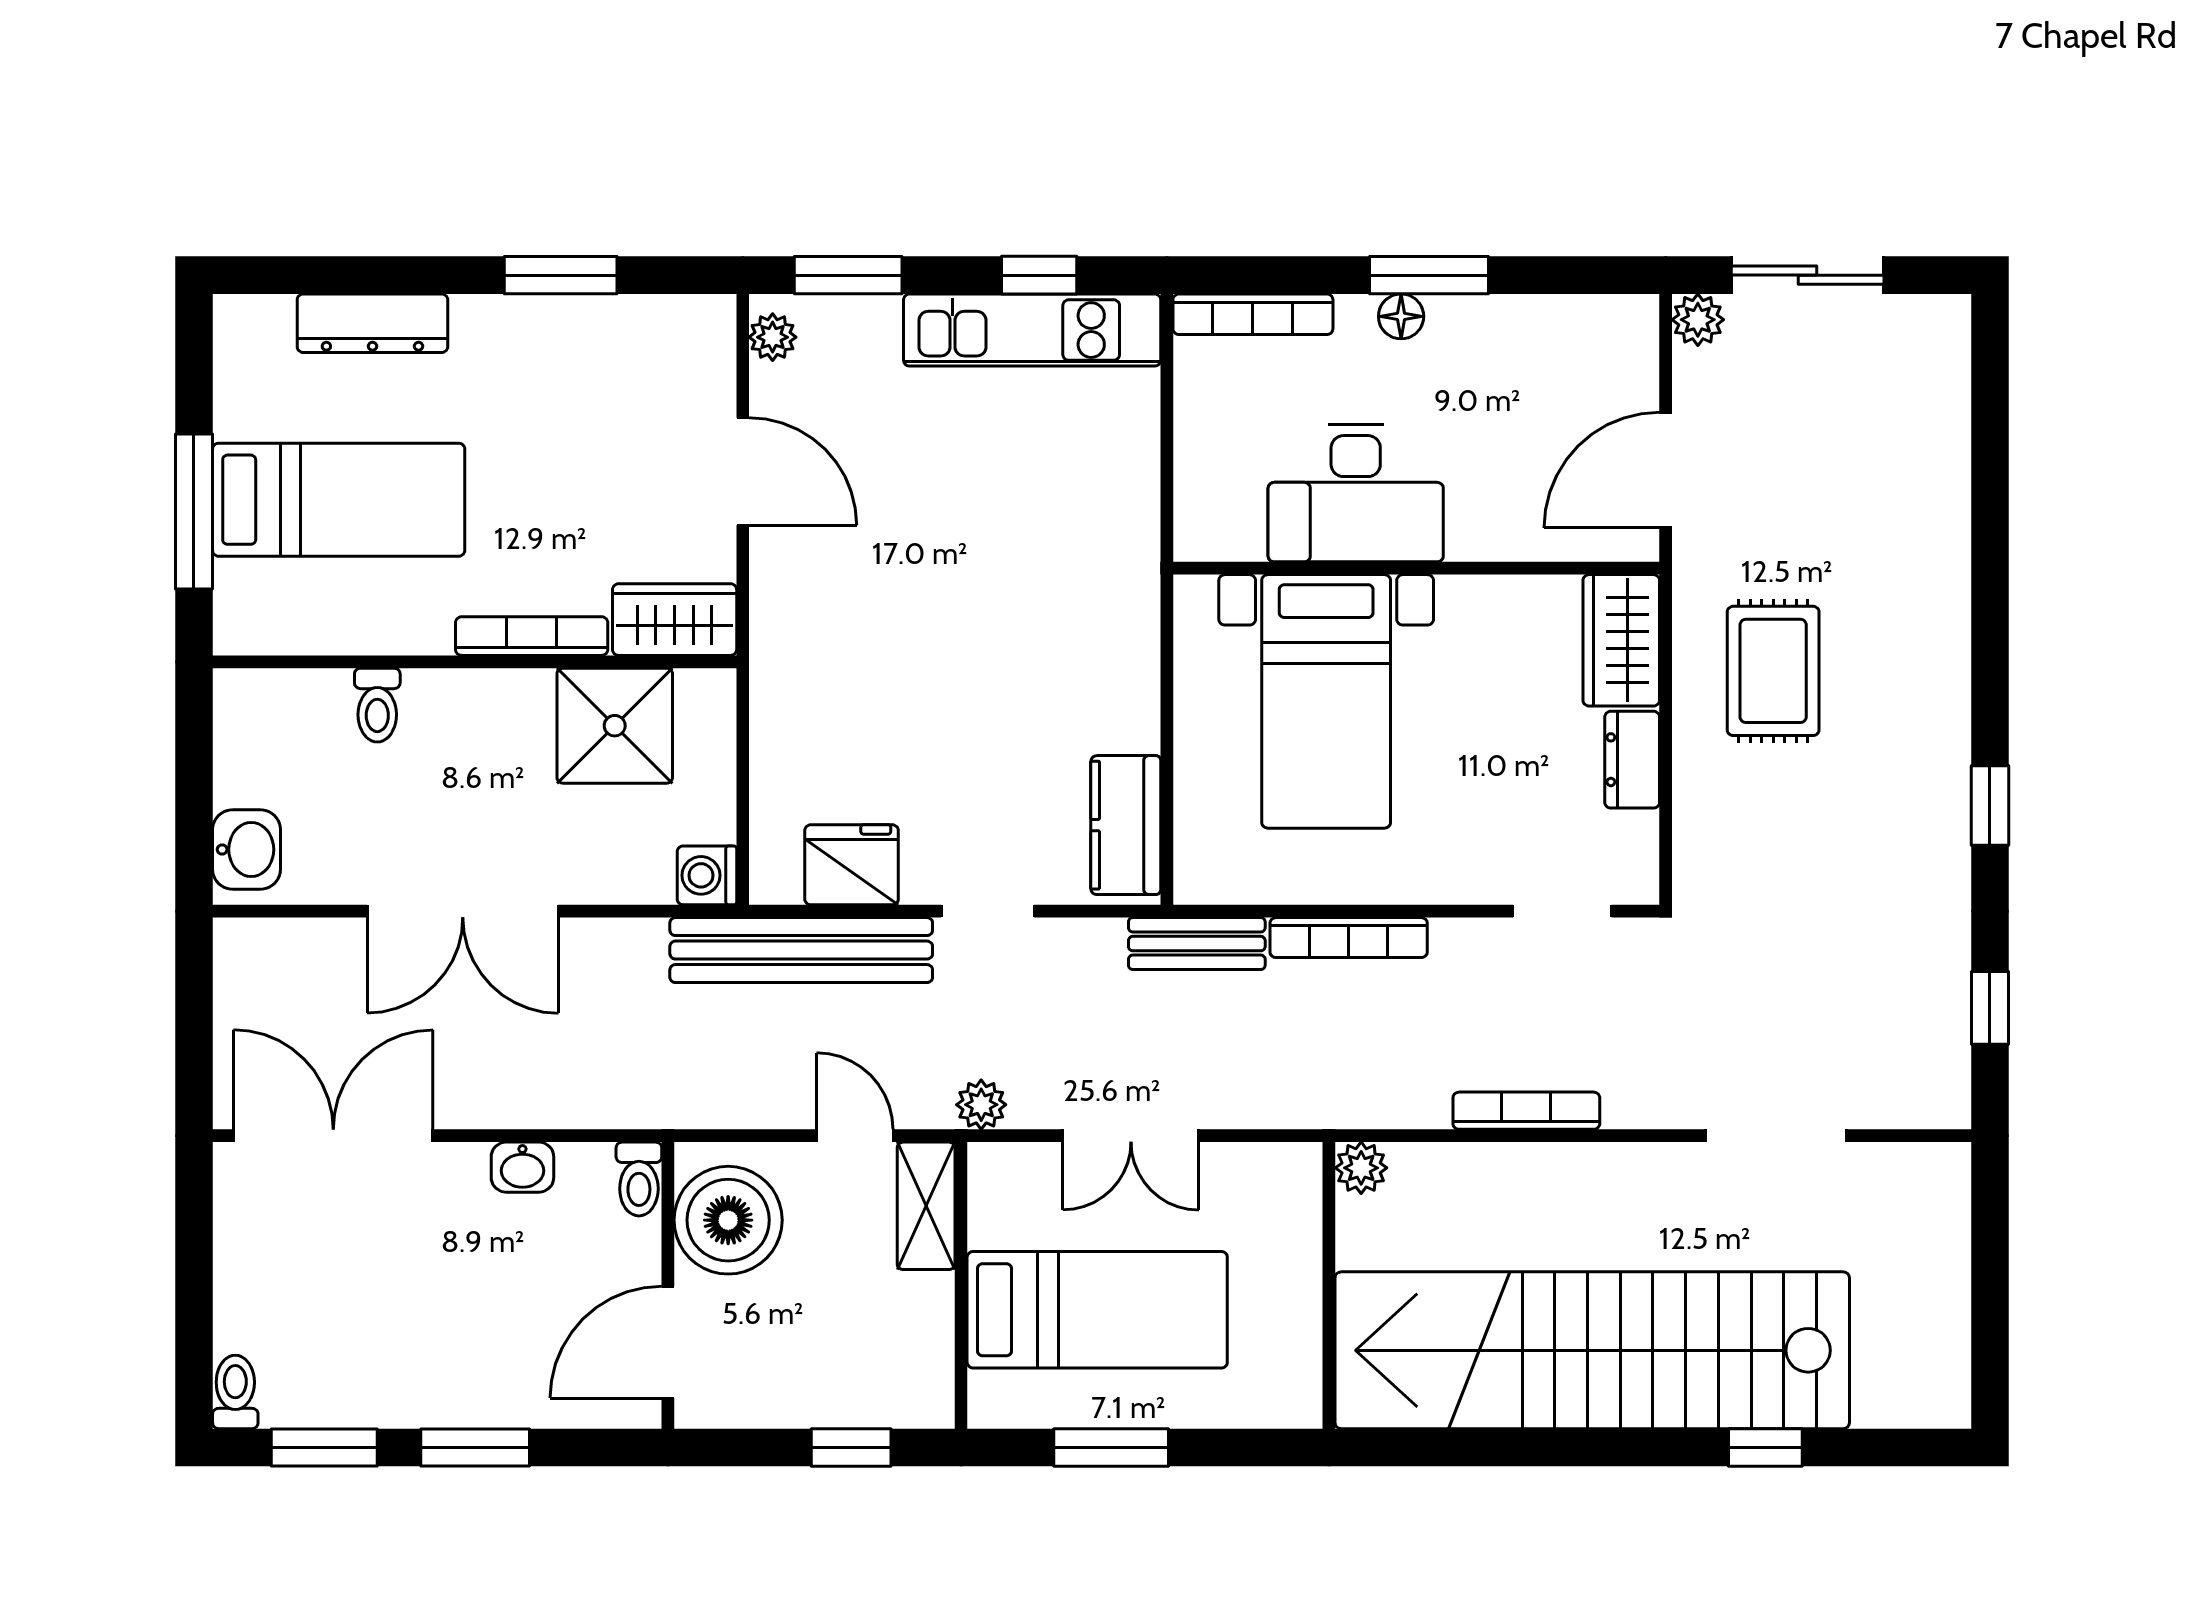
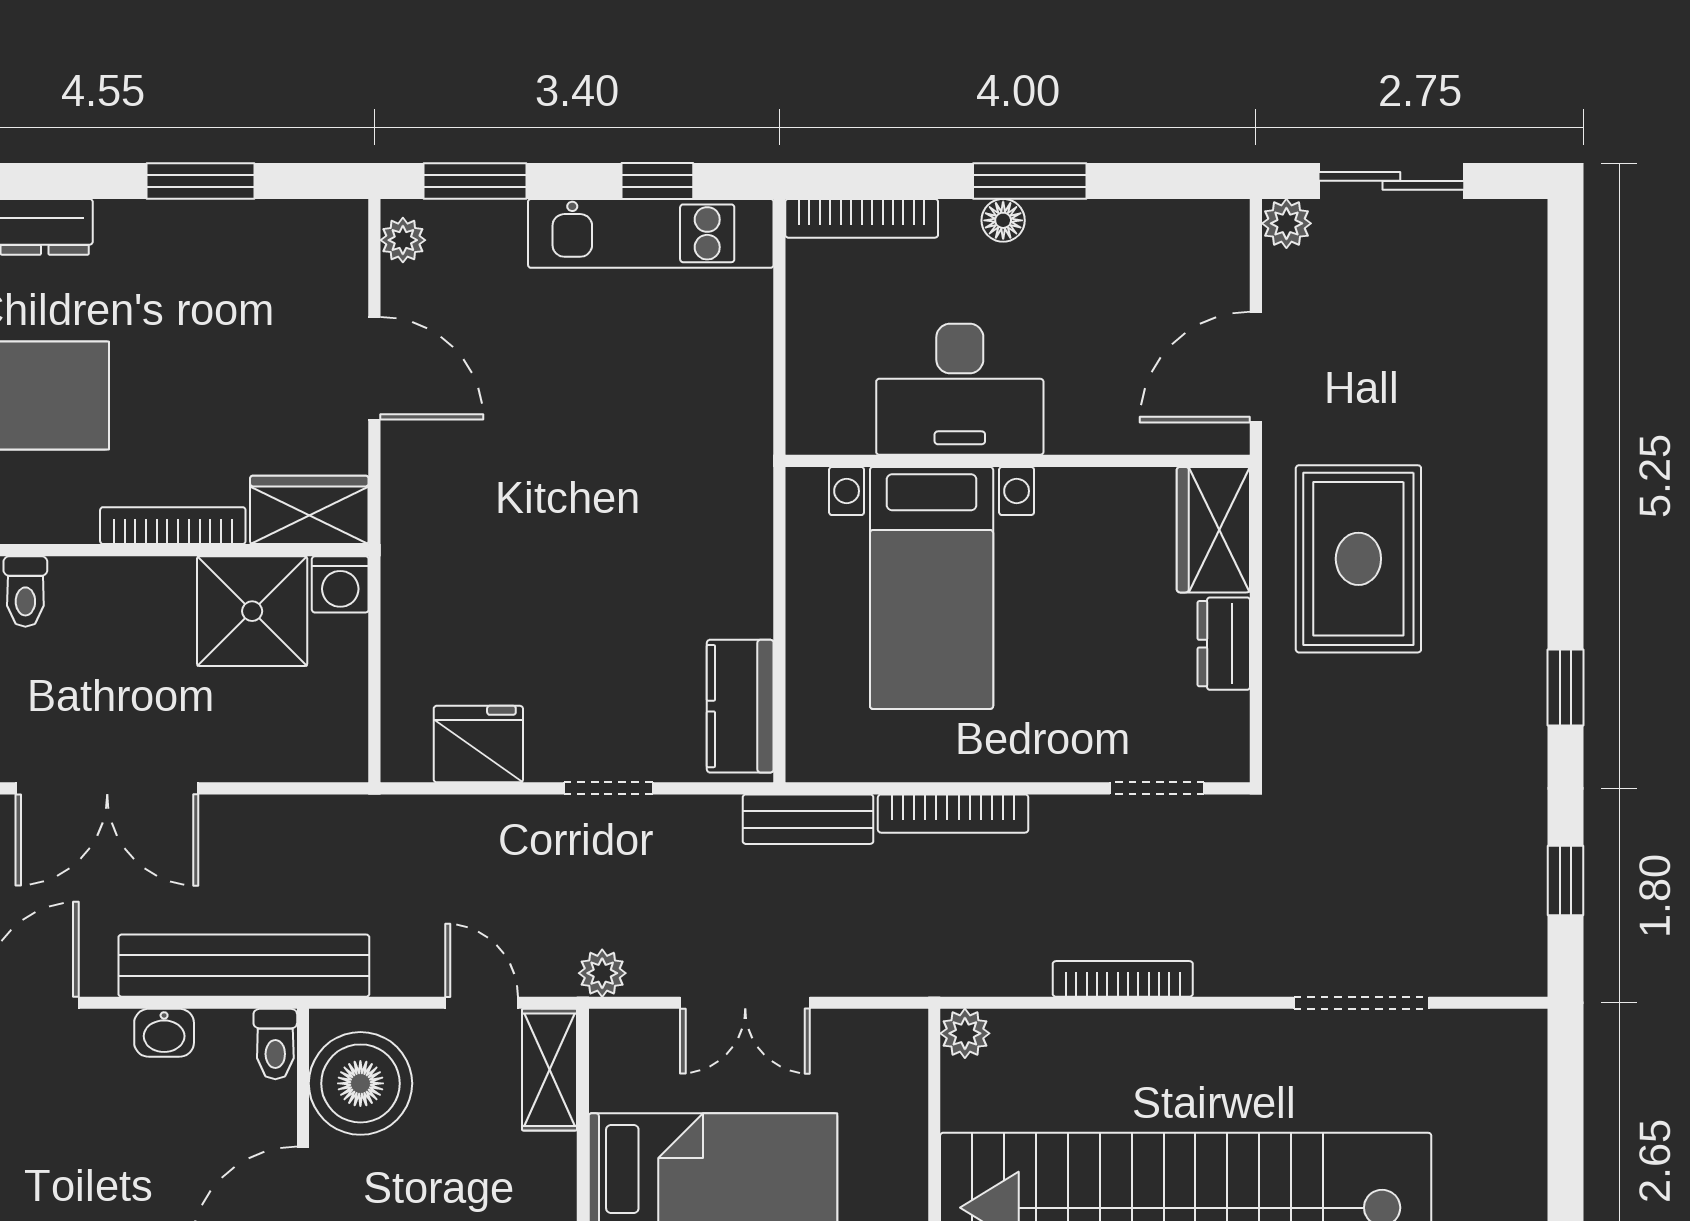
rug: (1773, 671) -> (1358, 559), width x1.36, depth x1.43
washing machine: (707, 875) -> (340, 584), moved, turned -90
bench: (801, 950) -> (244, 966), moved

